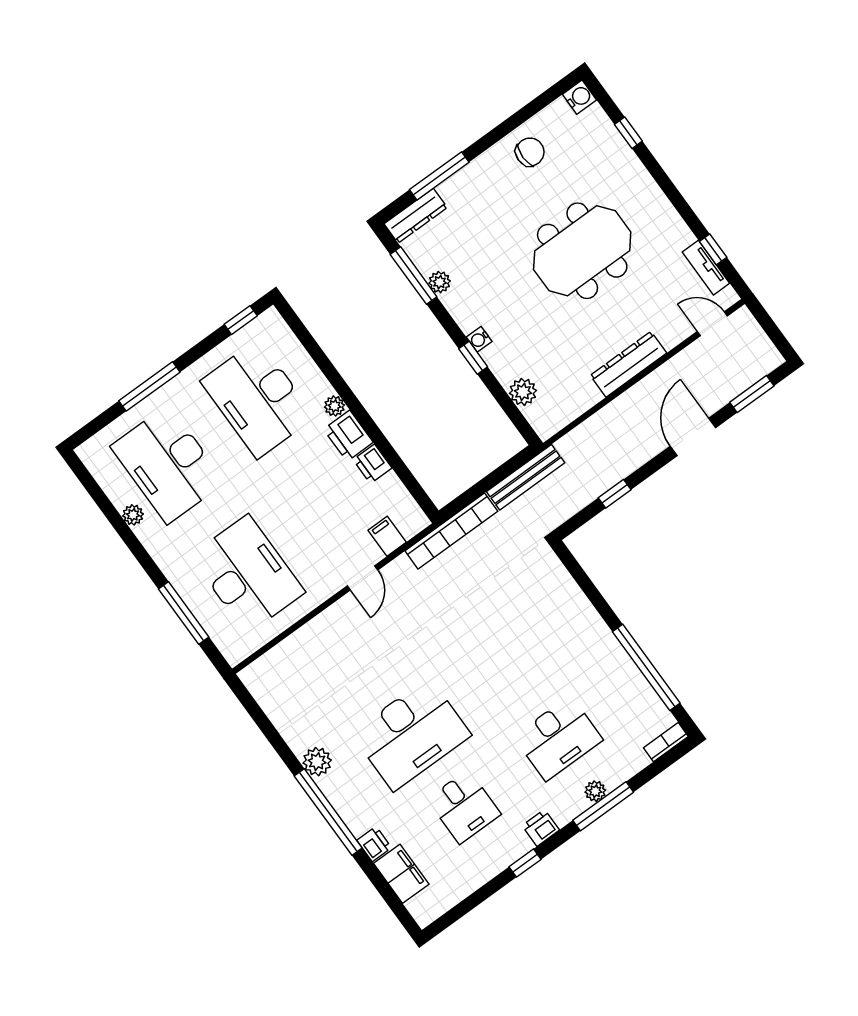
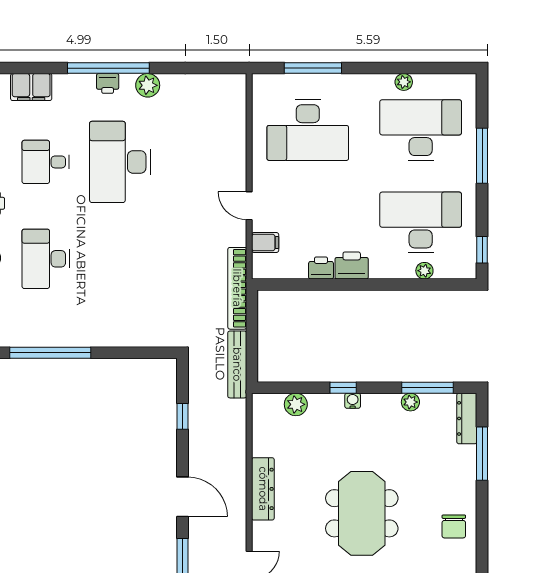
plant: (334, 406) -> (424, 271), moved
printer: (374, 844) -> (108, 83), moved

